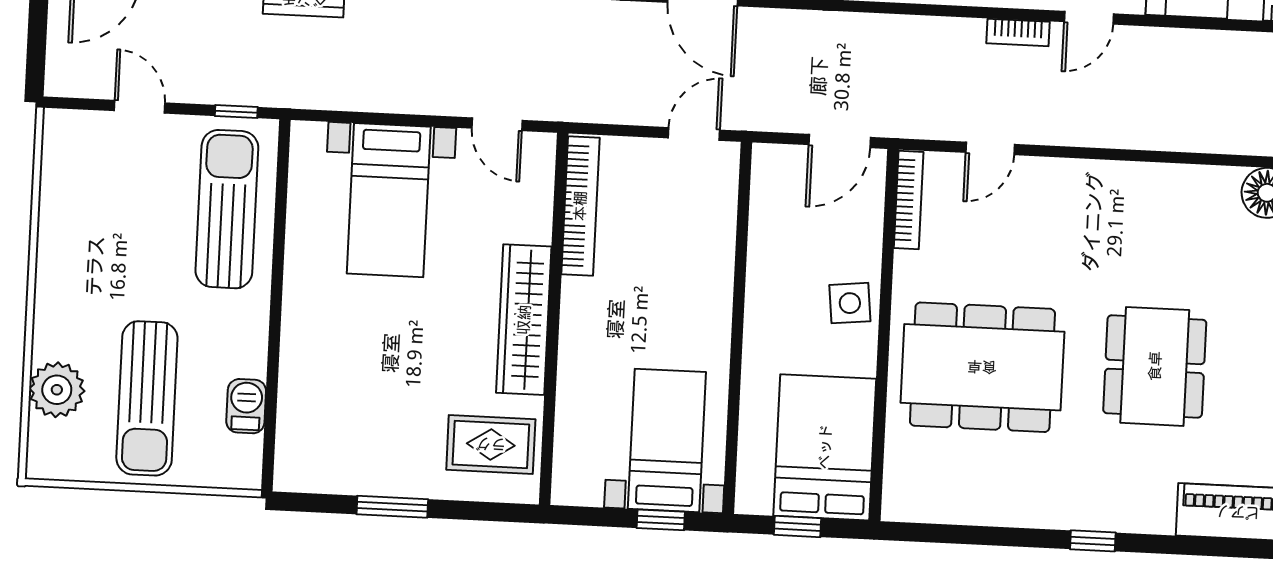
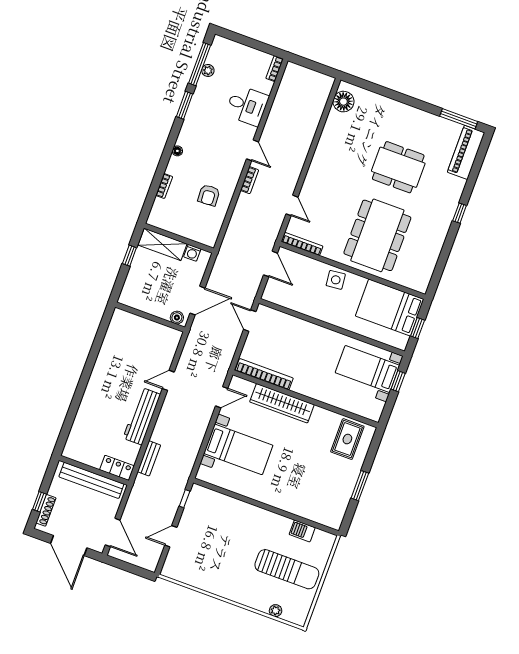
sun lounger: (227, 209) -> (222, 514), removed
wardrobe: (524, 320) -> (282, 403), moved
plant: (57, 390) -> (276, 611), width x0.53, depth x0.53

